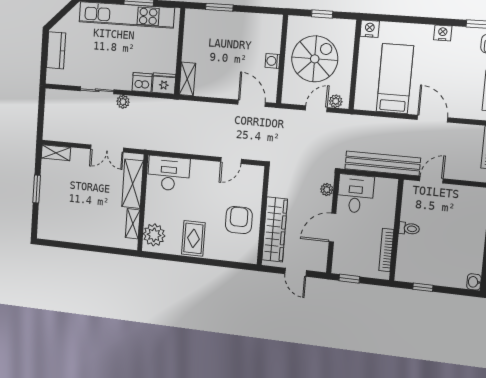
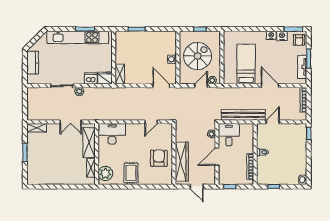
nightstand: (370, 29) -> (282, 36), moved

